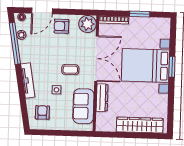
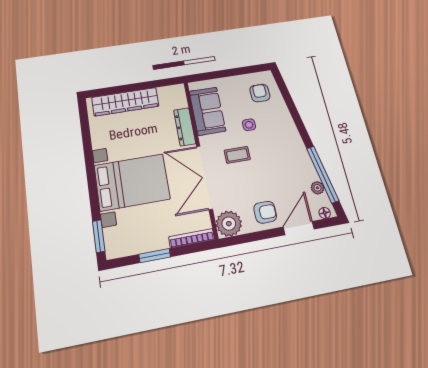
window: (172, 67) -> (99, 236), moved
tv unit: (28, 80) -> (291, 129), removed
armchair: (42, 112) -> (260, 93), turned 180

